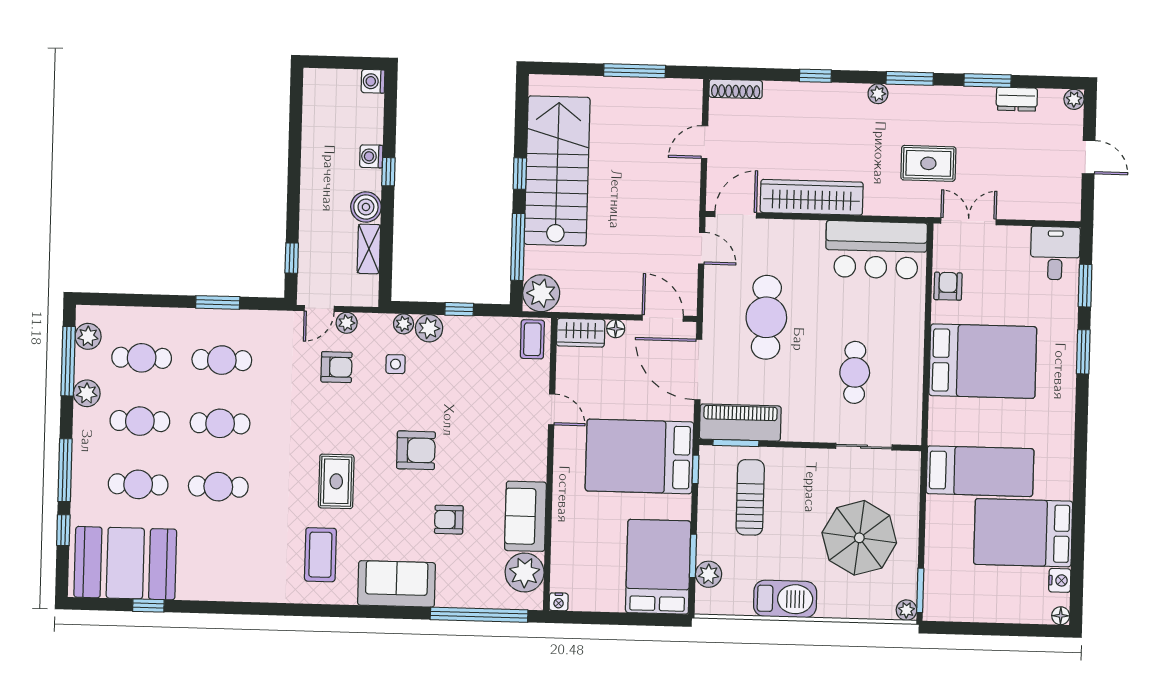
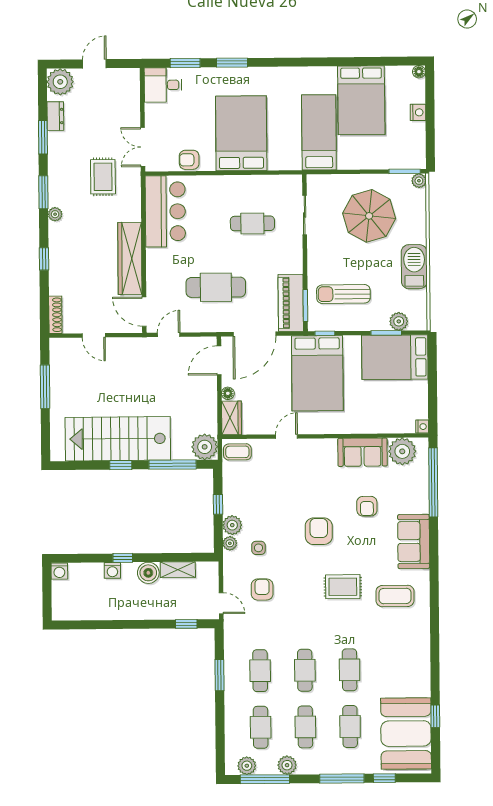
plant: (1074, 99) -> (60, 82), width x1.88, depth x1.88
plant: (347, 323) -> (231, 583), removed
nightstand: (1060, 580) -> (418, 112), moved, turned 90

